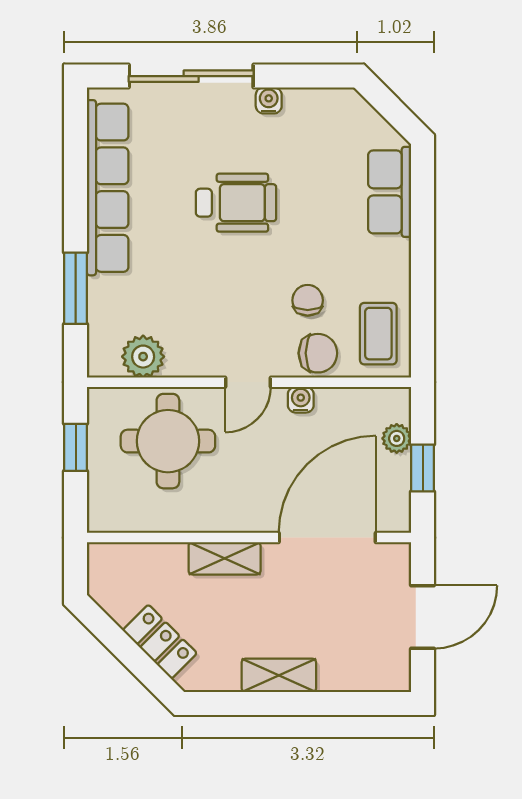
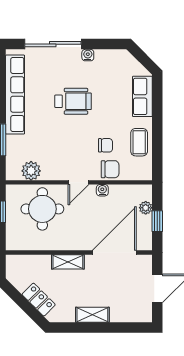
chair: (308, 300) -> (105, 145), turned 90
coffee table: (378, 334) -> (139, 142), moved

